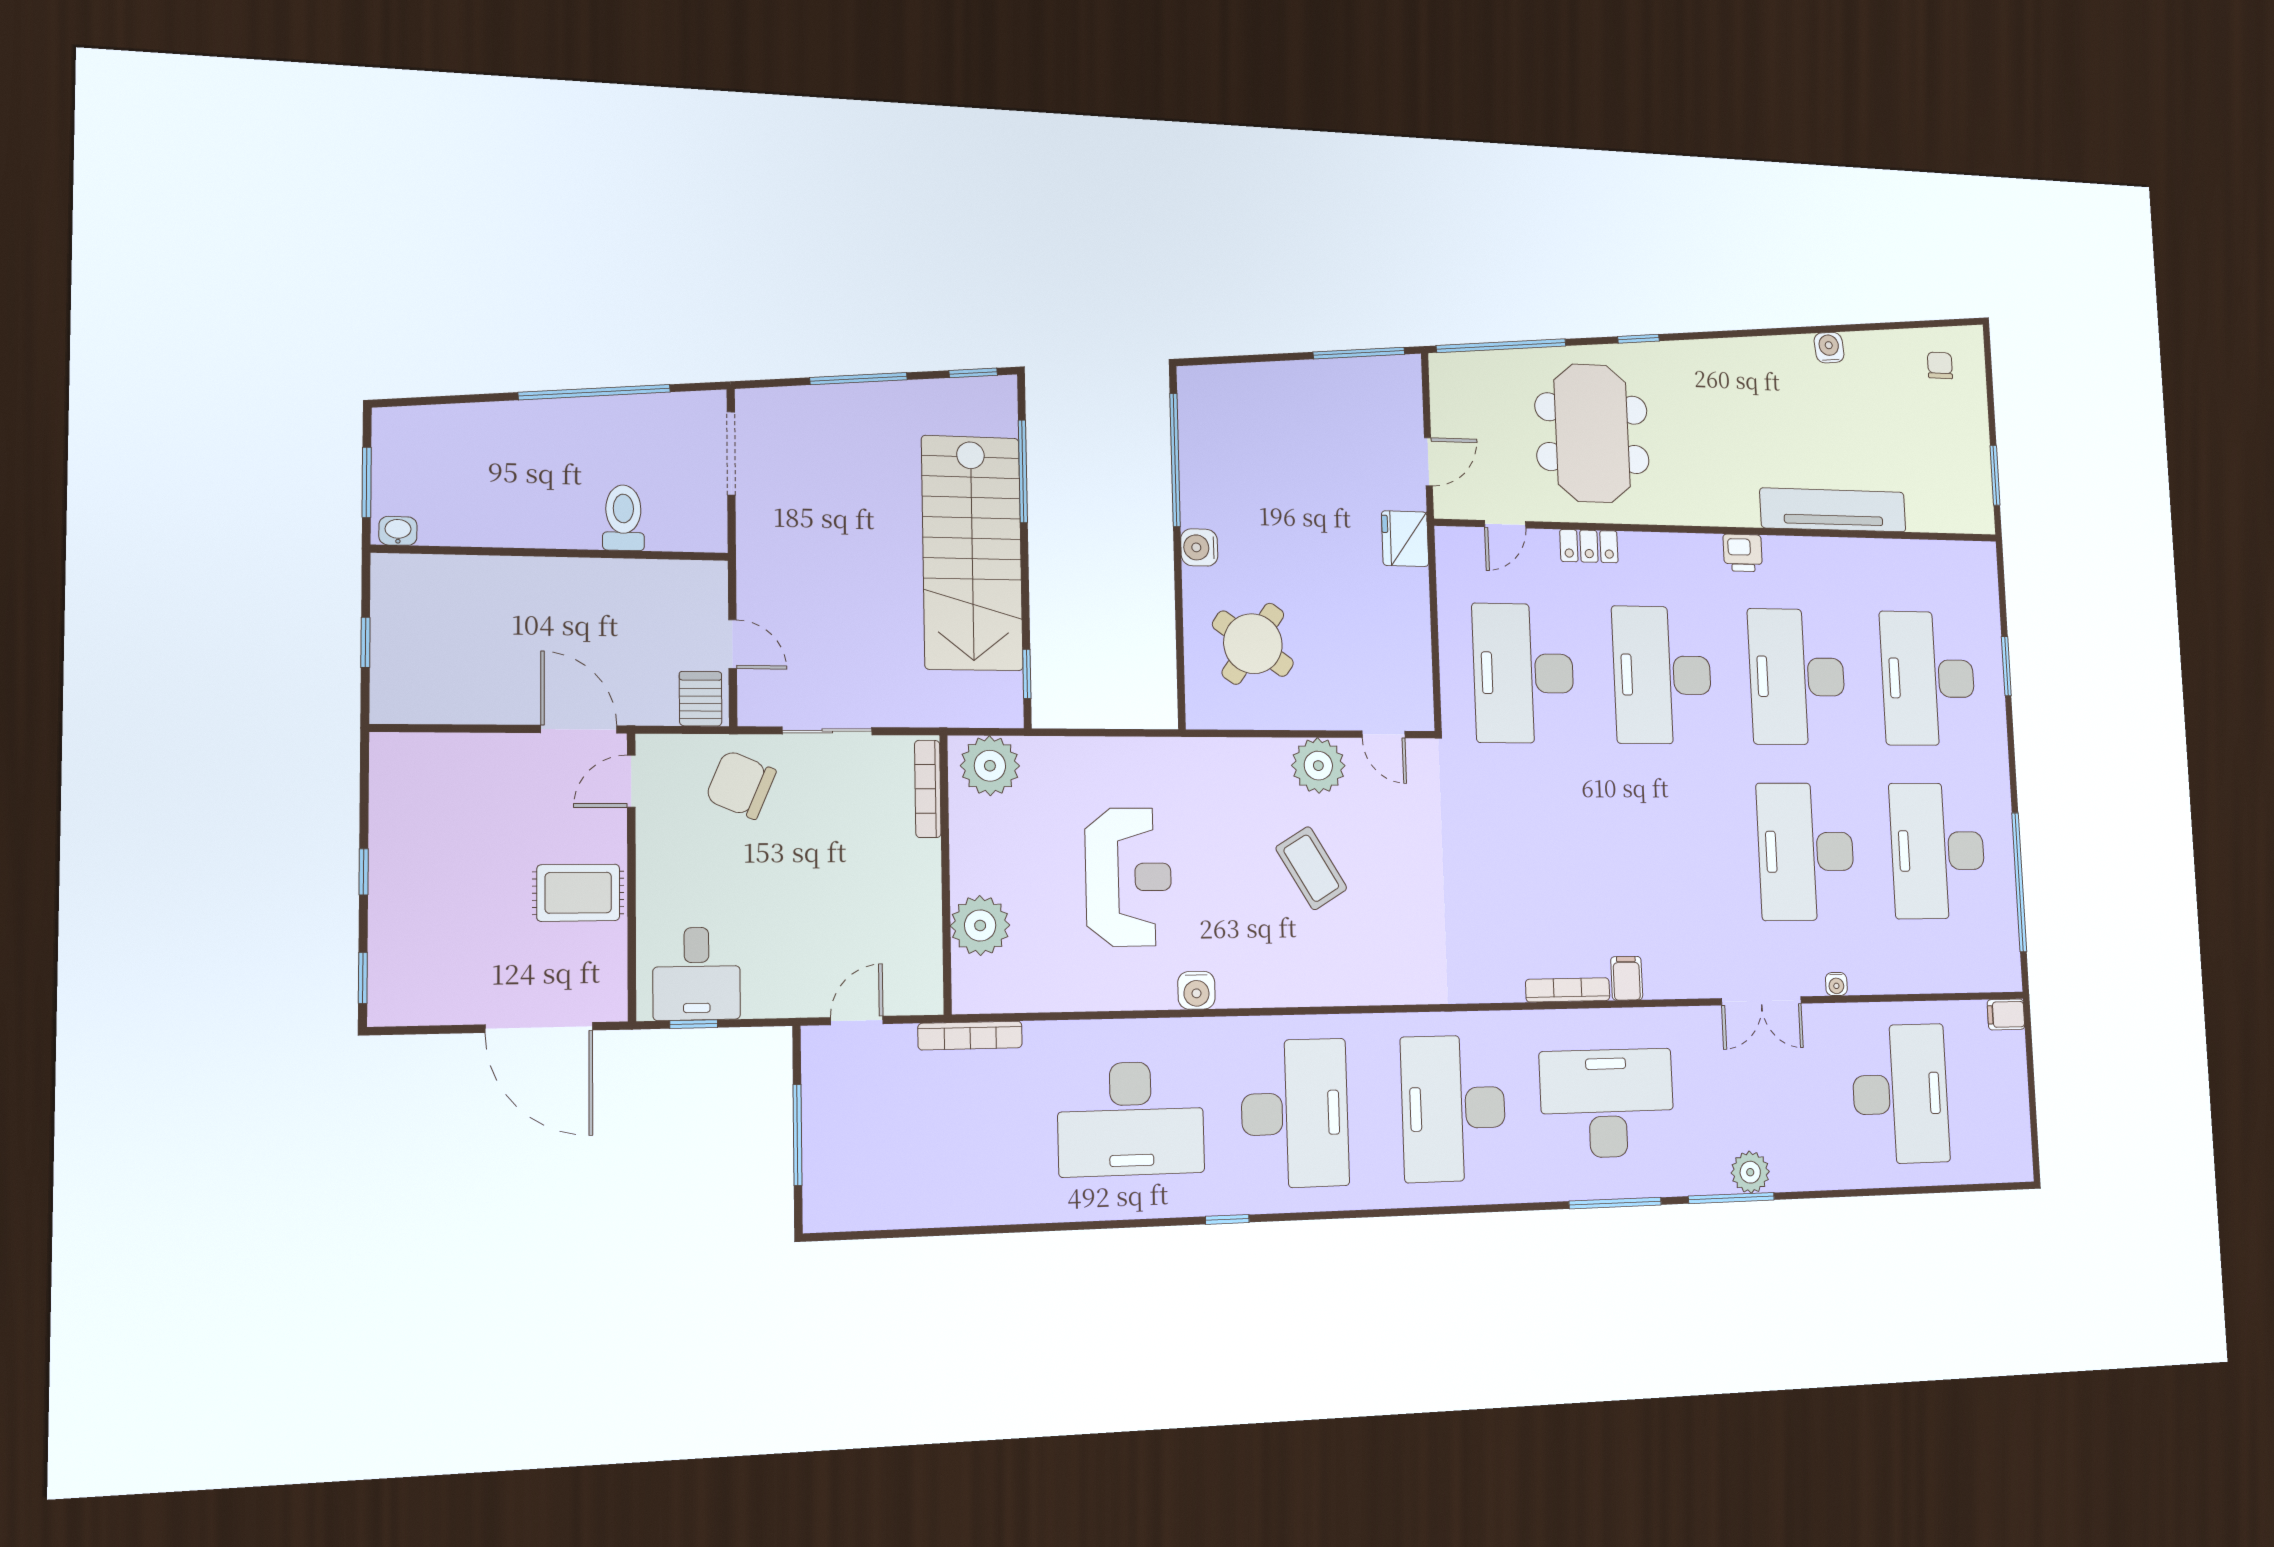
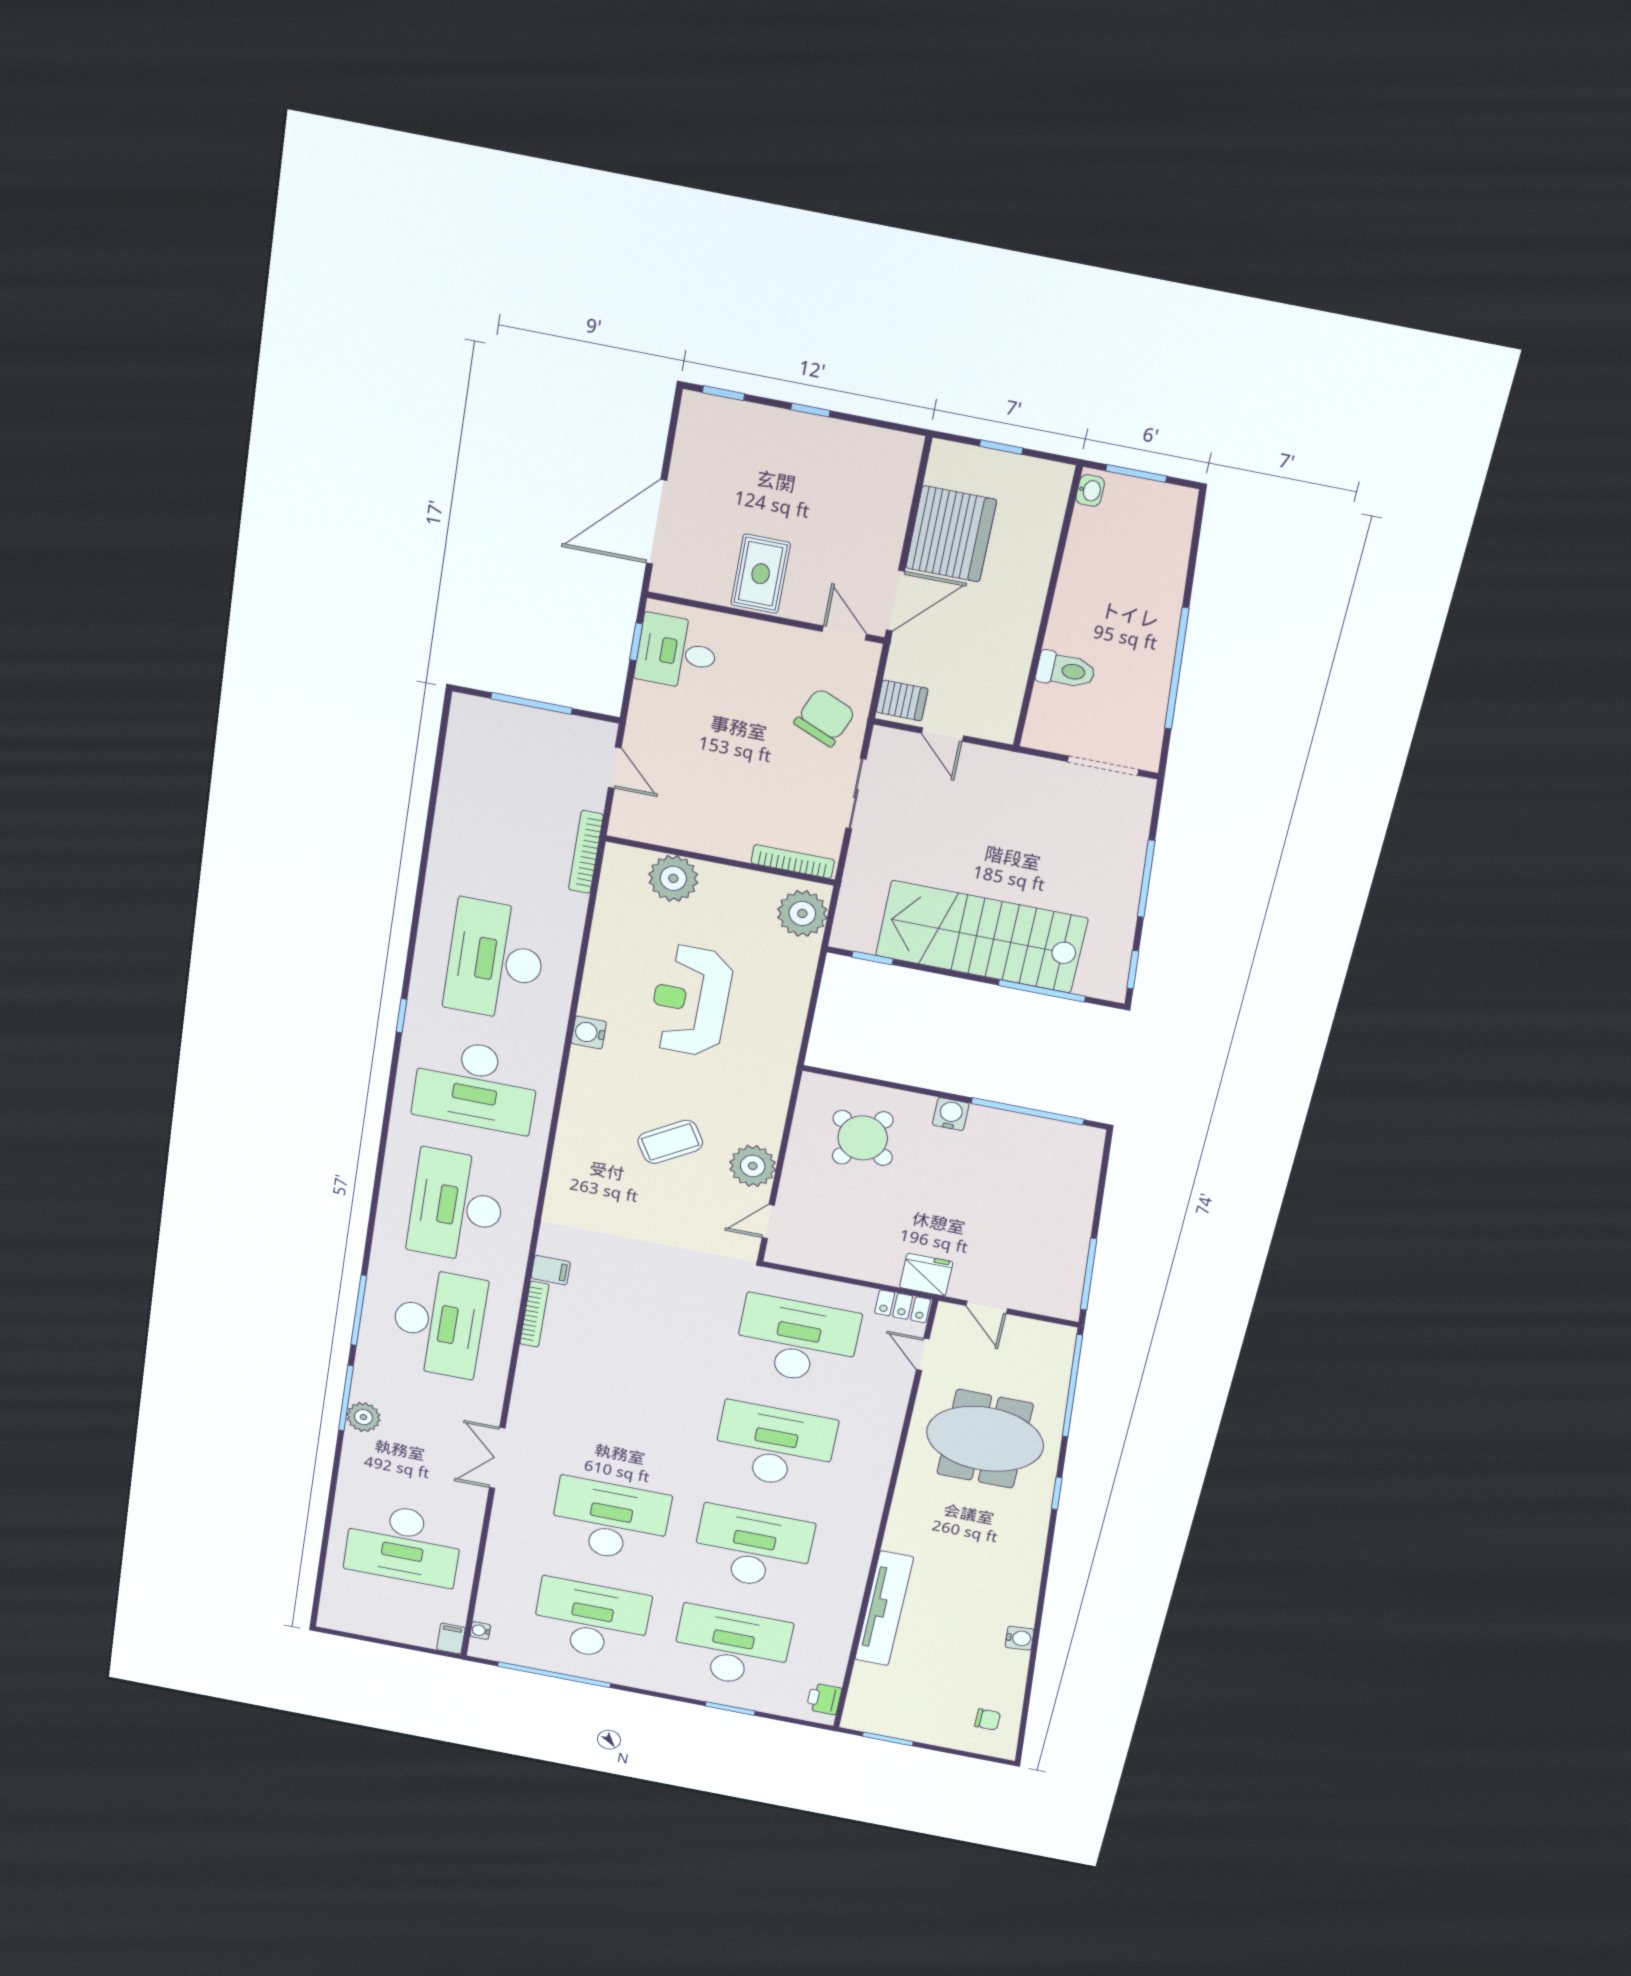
locker: (1589, 546) -> (903, 1306), moved, turned -90
printer: (1743, 553) -> (824, 1699), moved
door: (733, 644) -> (942, 735), hinge flipped
server rack: (484, 680) -> (951, 534), added
reception desk: (1129, 877) -> (690, 1001), turned 90
filing cabinet: (1627, 978) -> (551, 1270), moved
water cooler: (1836, 984) -> (480, 1630), moved
desk: (1454, 1108) -> (457, 1206), turned -90

